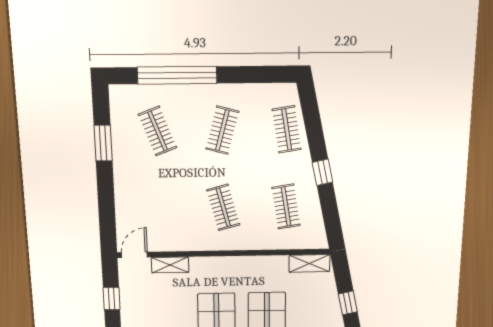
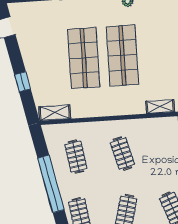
window: (322, 172) -> (51, 184), width x3.17

